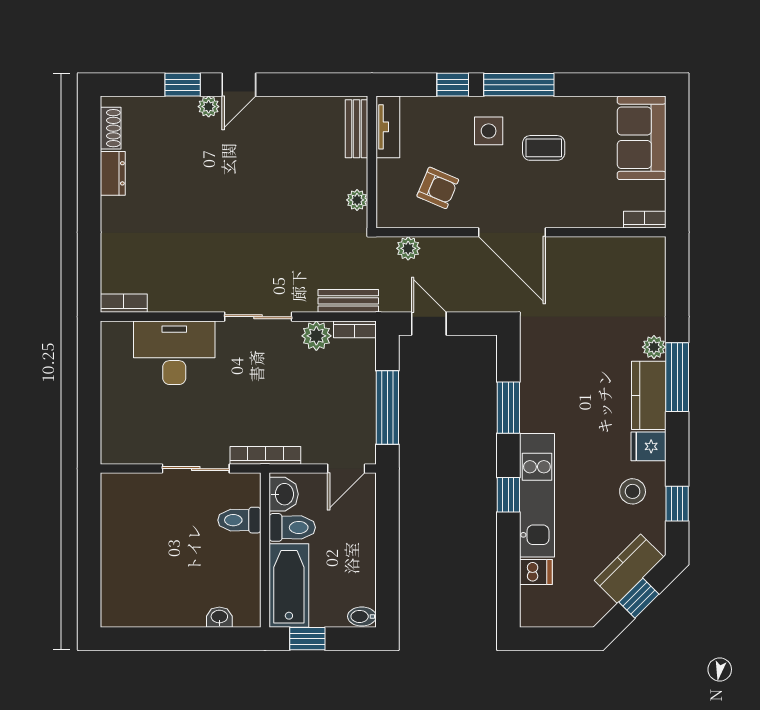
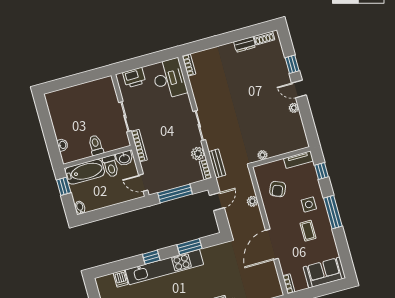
window: (453, 85) -> (322, 171), moved
plant: (209, 107) -> (294, 108), moved
bench: (357, 129) -> (294, 146), removed
door: (512, 232) -> (272, 244), moved
plant: (408, 248) -> (252, 201), moved
desk: (174, 353) -> (169, 79), moved
printer: (119, 426) -> (134, 78), added
kitchen unit: (537, 495) -> (164, 267), width x1.36
toilet: (239, 520) -> (96, 145), moved

